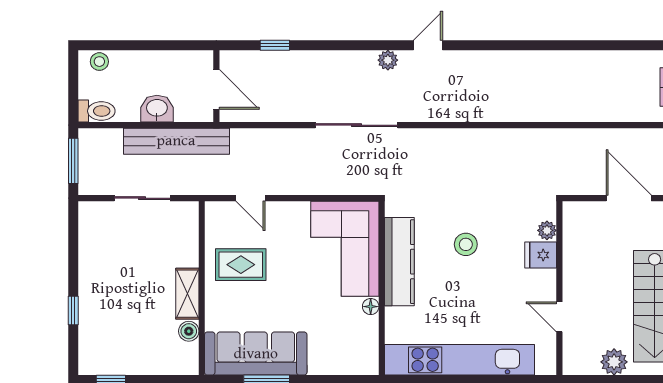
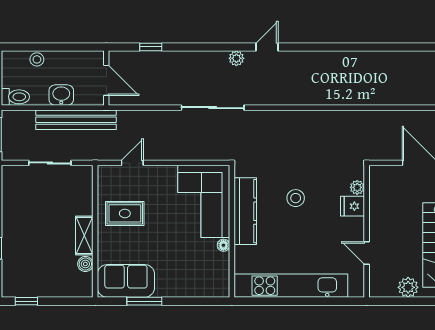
stool: (99, 62) -> (37, 59), moved
door: (250, 198) -> (132, 163), swing flipped
sofa: (256, 354) -> (126, 281), width x0.73

